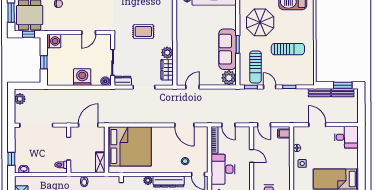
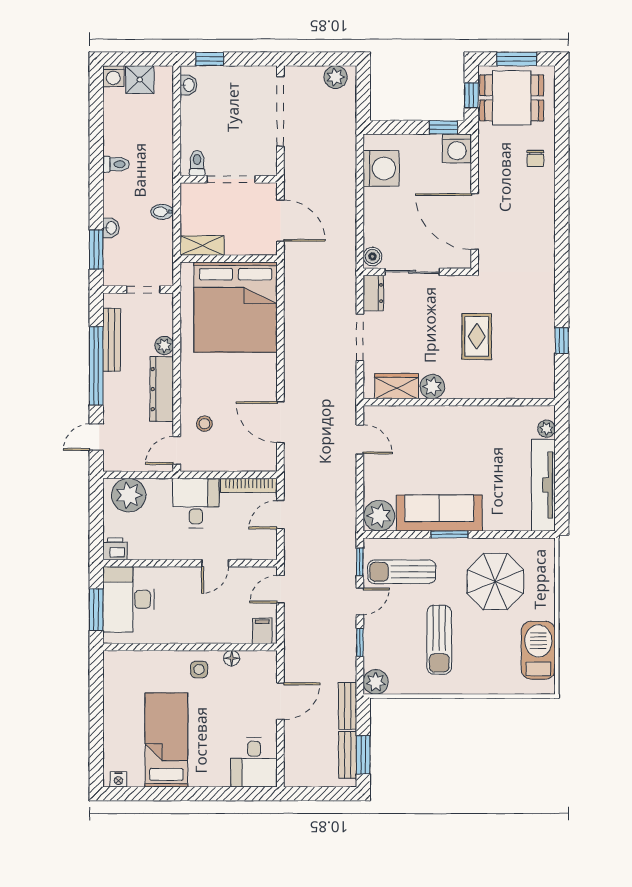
door: (89, 33) -> (475, 222), width x1.87
window: (44, 62) -> (443, 127), moved
washing machine: (82, 77) -> (381, 168), moved
plant: (308, 79) -> (376, 682), added
door: (184, 125) -> (280, 422), hinge flipped
desk: (223, 169) -> (196, 503), width x0.73

